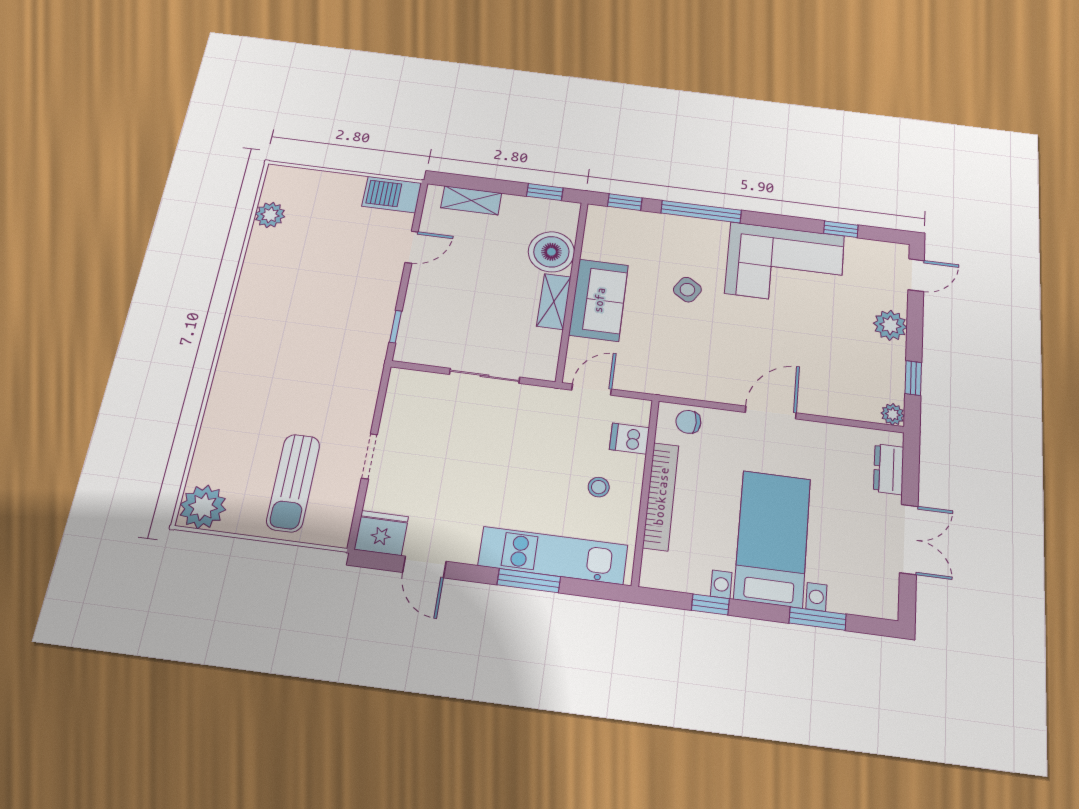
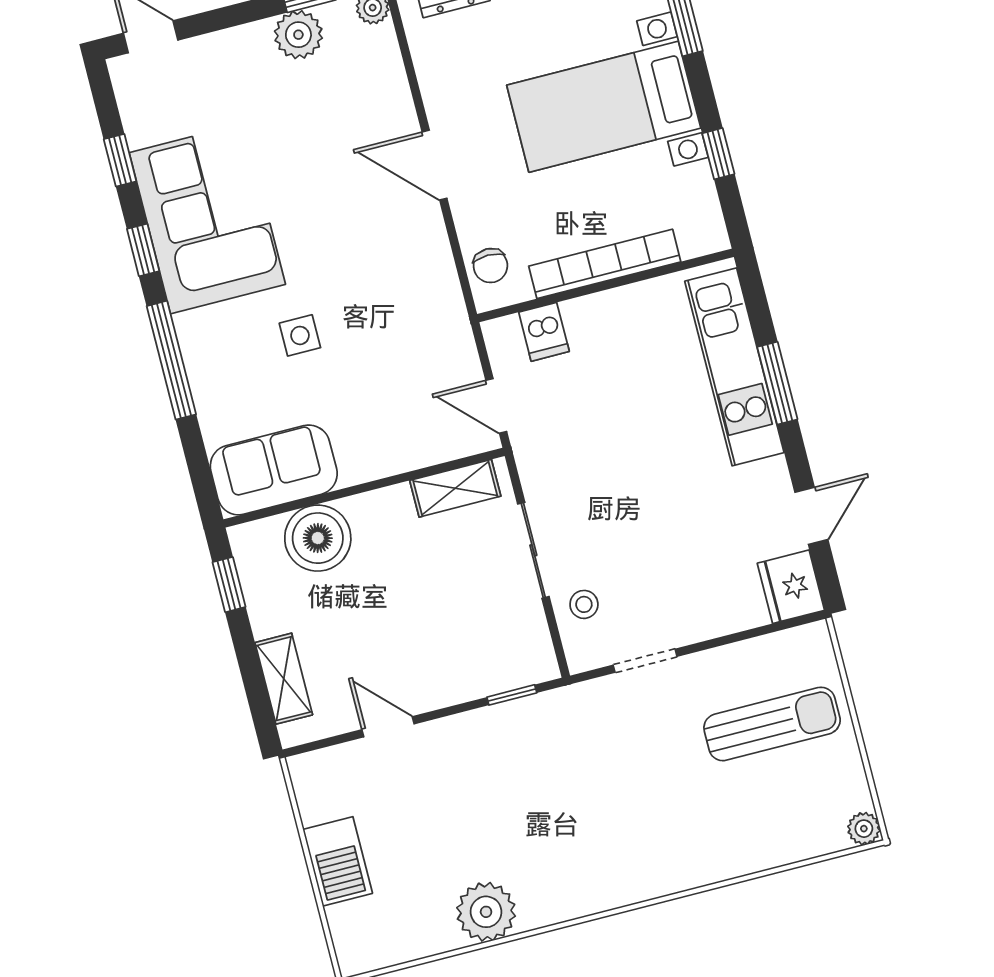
barbecue: (392, 194) -> (338, 861), moved
window: (625, 202) -> (143, 250), moved
plant: (270, 215) -> (486, 912), moved, width x1.36, depth x1.36
side table: (687, 290) -> (300, 335), turned -33
sofa: (599, 300) -> (274, 470), moved
shelving: (554, 301) -> (455, 488), moved
plant: (890, 325) -> (298, 35), moved
doorway: (369, 456) -> (645, 661), moved
stool: (599, 487) -> (584, 604), moved
plant: (203, 507) -> (864, 829), width x0.53, depth x0.53

